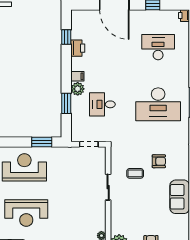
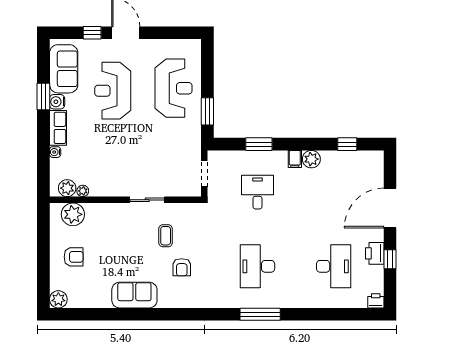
printer: (78, 48) -> (375, 253), moved, turned 90
plant: (78, 89) -> (311, 159), moved
desk: (158, 104) -> (257, 266), width x0.73, depth x0.77

